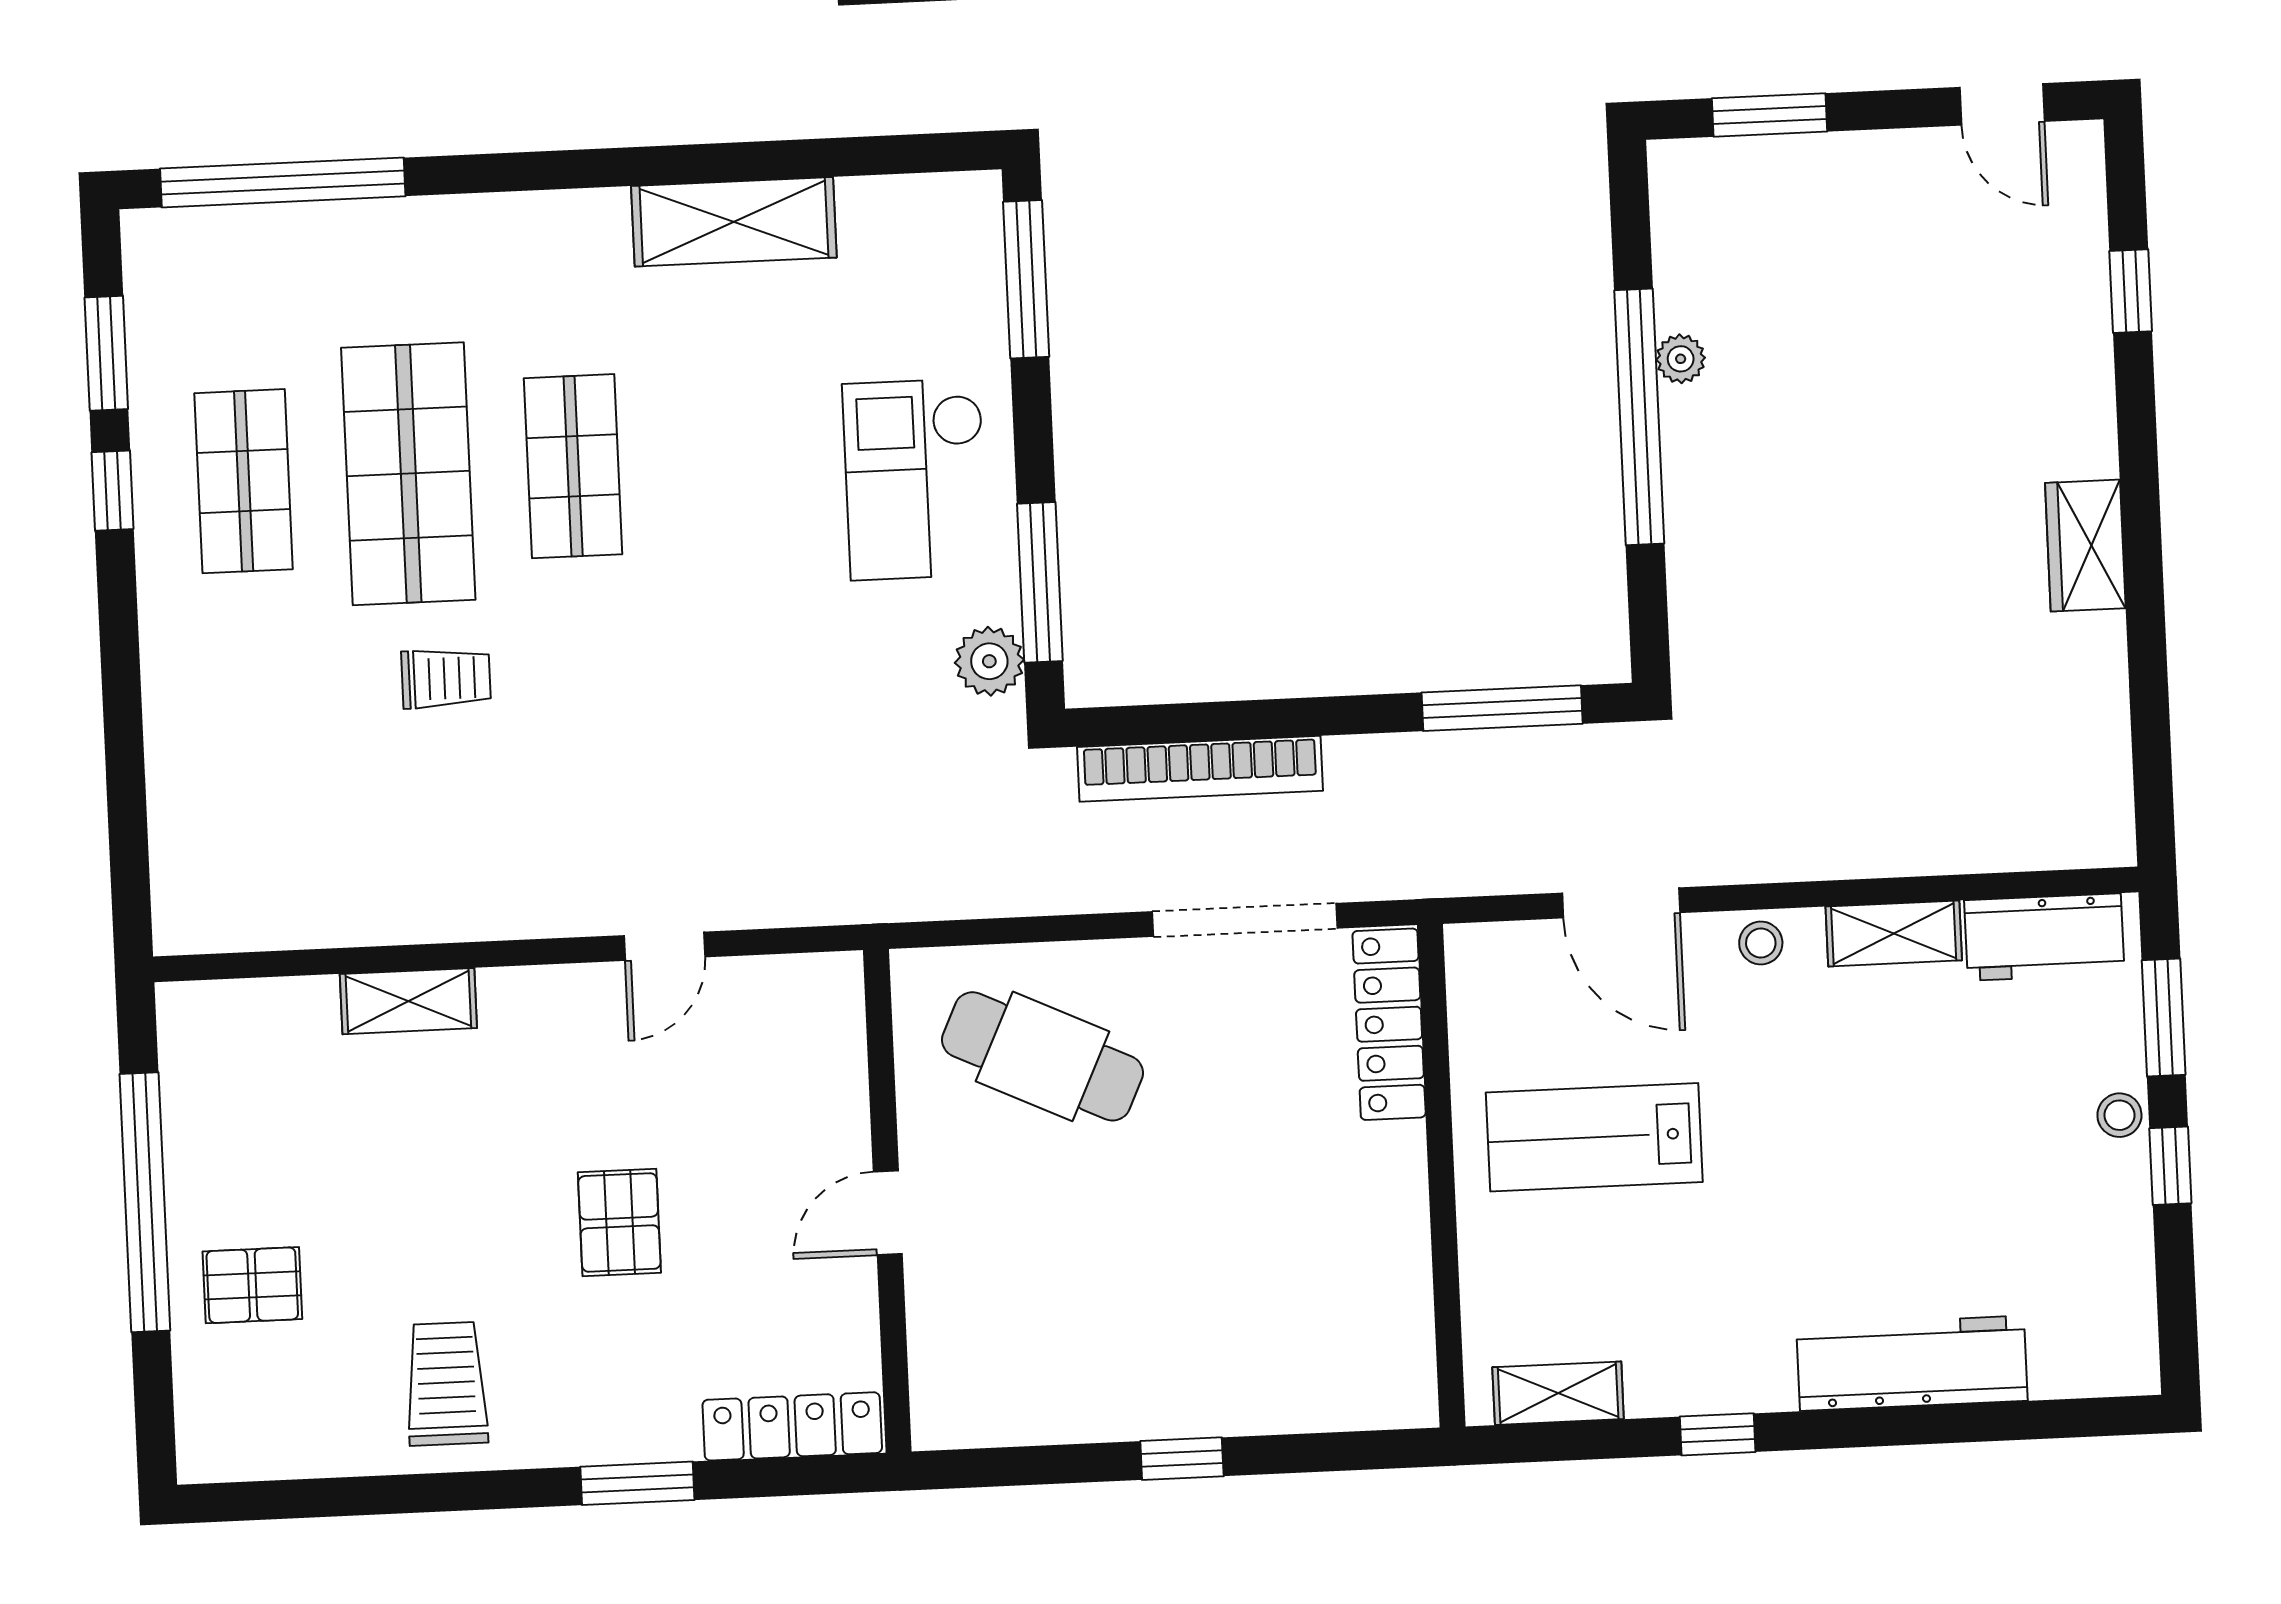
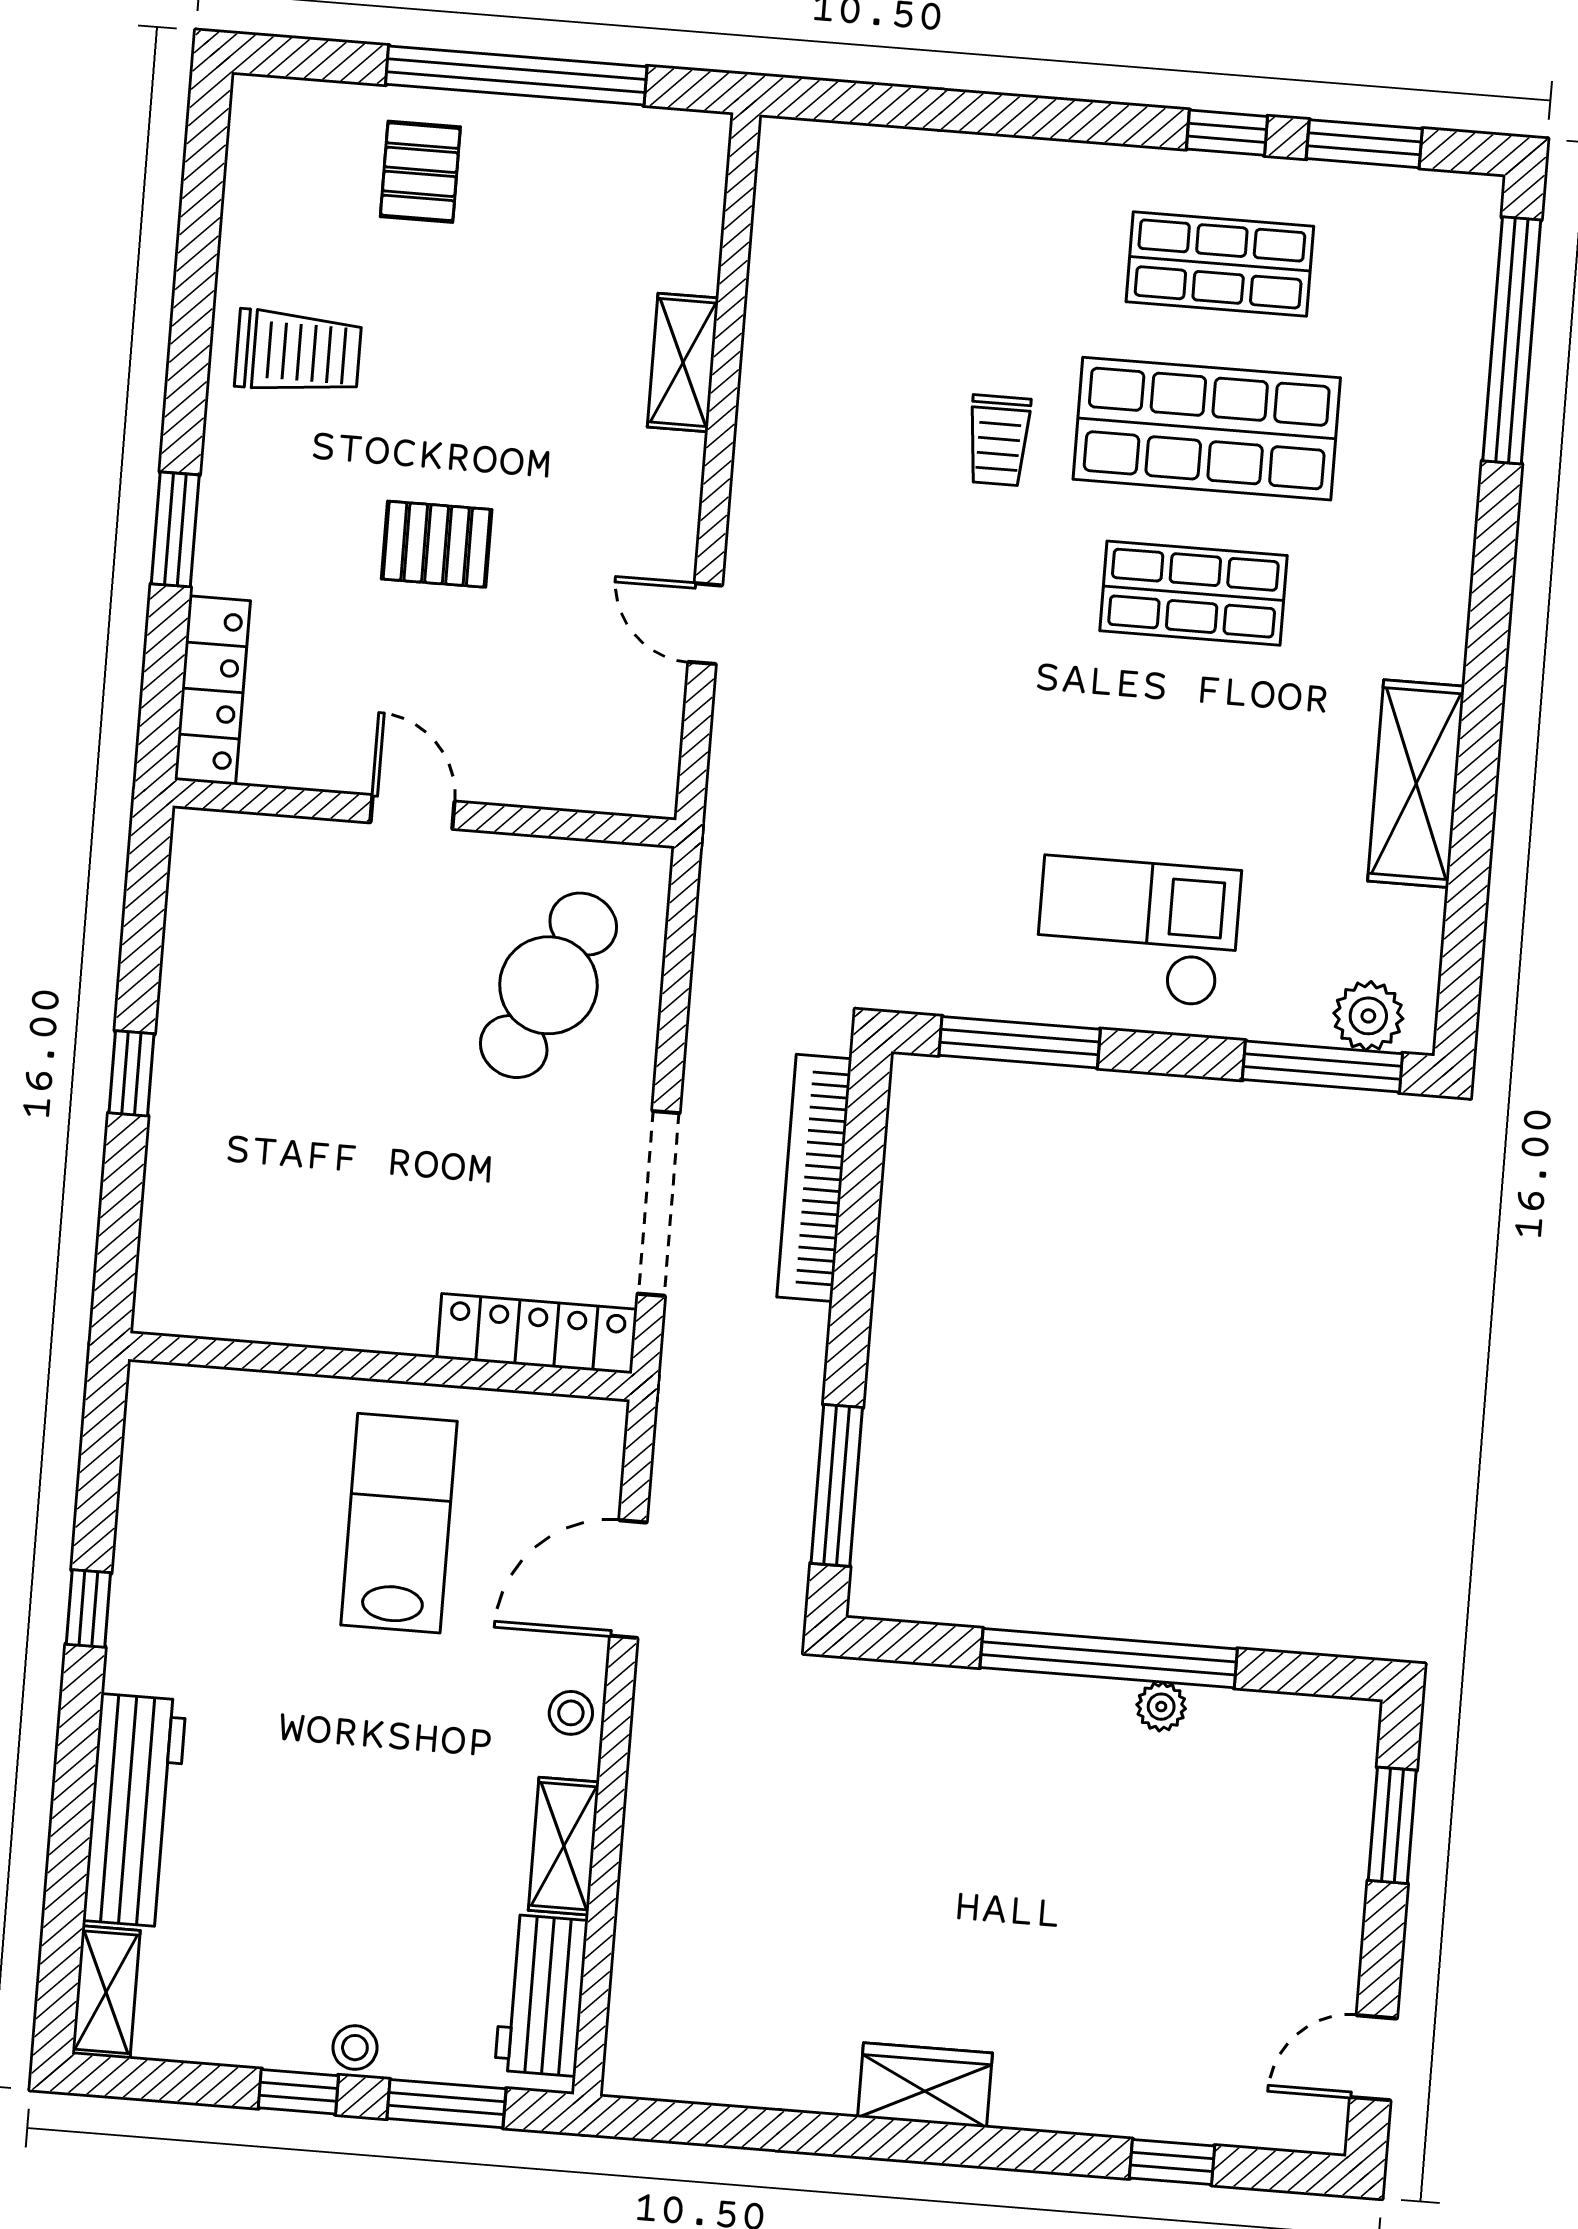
plant: (989, 661) -> (1368, 1016), moved
shelving: (1558, 1393) -> (106, 1992), moved

